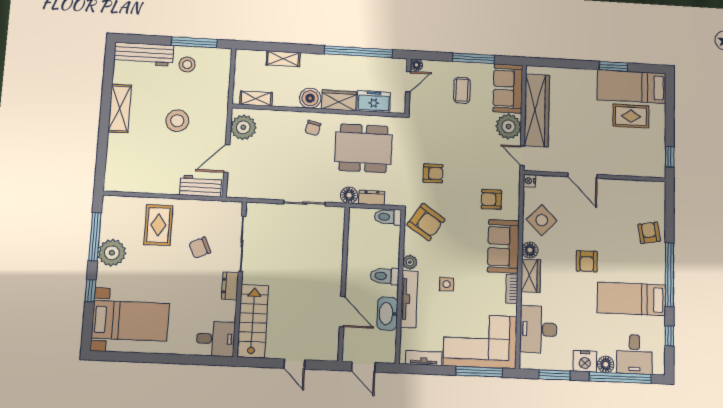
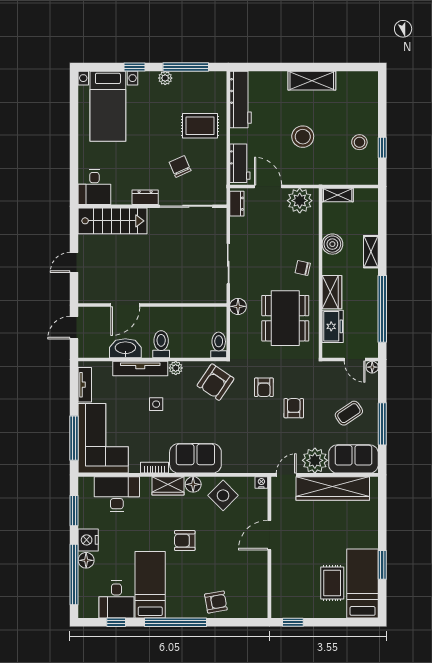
window: (194, 42) -> (382, 148), width x0.46
workbench: (144, 54) -> (241, 99), moved, turned 180
shelving: (283, 59) -> (371, 252), moved
coffee table: (462, 90) -> (349, 413), turned -34
boiler: (310, 98) -> (332, 244), moved
shelving: (256, 99) -> (338, 195), moved, turned 90
dresser: (372, 198) -> (237, 204), moved
armchair: (491, 199) -> (294, 408), moved
plant: (112, 253) -> (165, 78), width x0.53, depth x0.53
desk: (634, 354) -> (116, 600), moved, turned -90

